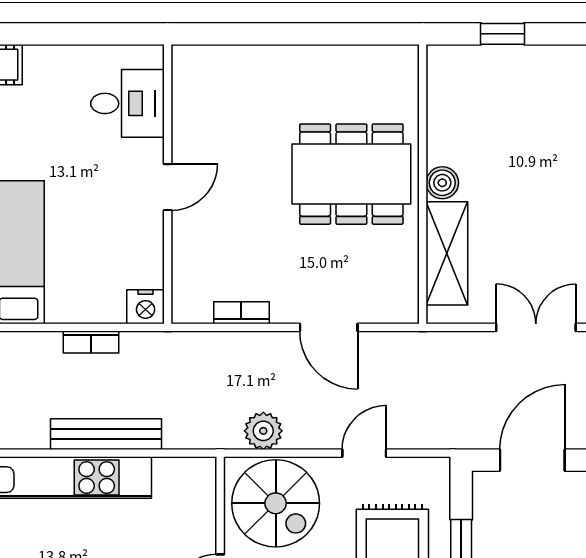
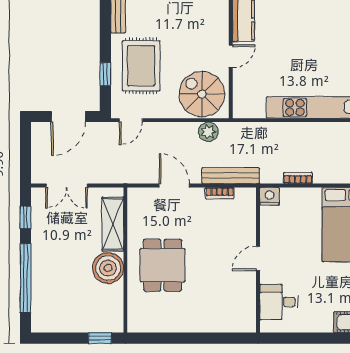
window: (502, 34) -> (100, 338), moved
dining table: (351, 174) -> (163, 265), width x0.73
boiler: (442, 183) -> (108, 268), width x1.86, depth x1.86
bench: (106, 434) -> (231, 176), moved
door: (364, 453) -> (131, 120), moved

